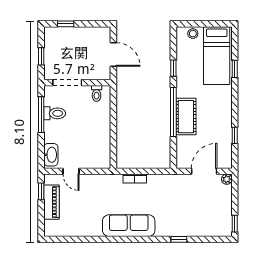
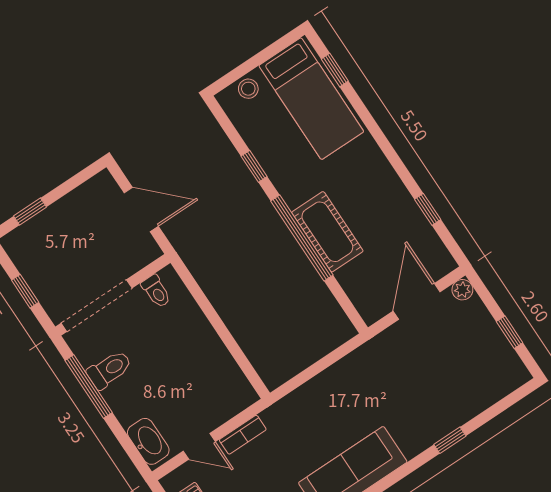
window: (235, 69) -> (335, 70), moved
doorway: (67, 83) -> (97, 306), width x1.36
bookcase: (135, 179) -> (243, 435), moved
window: (235, 224) -> (510, 332), moved

